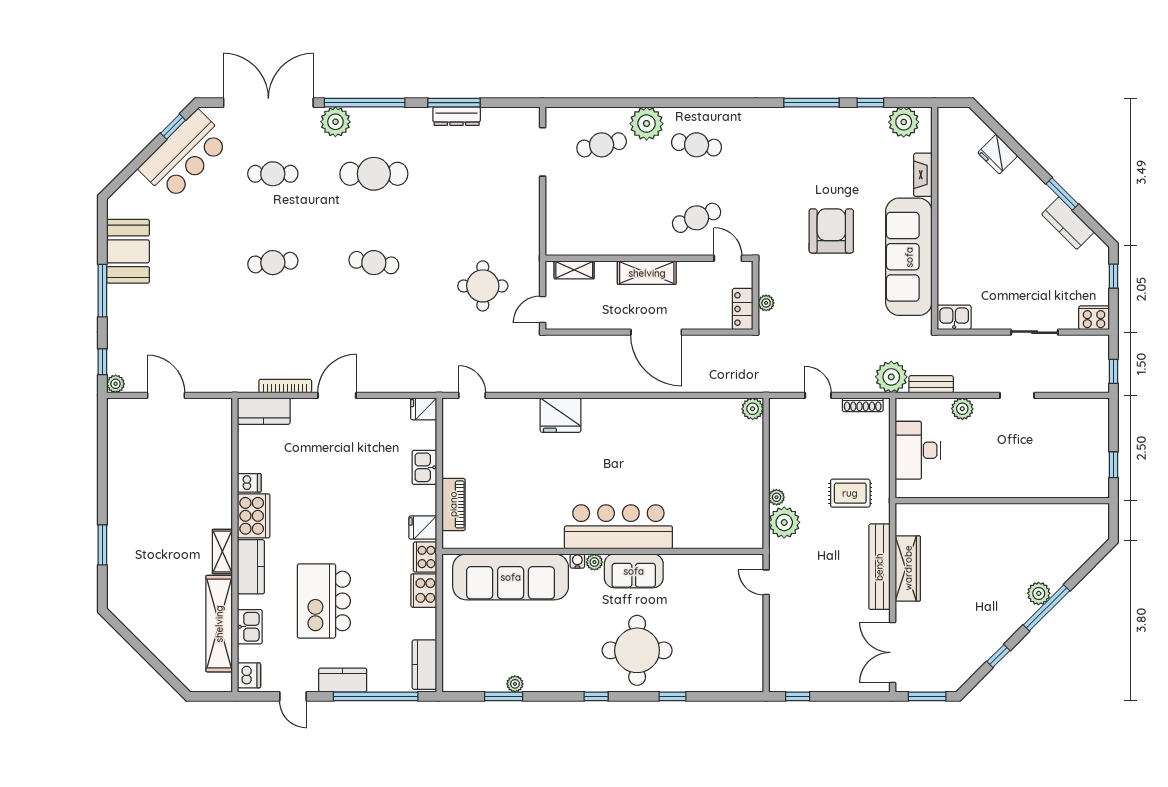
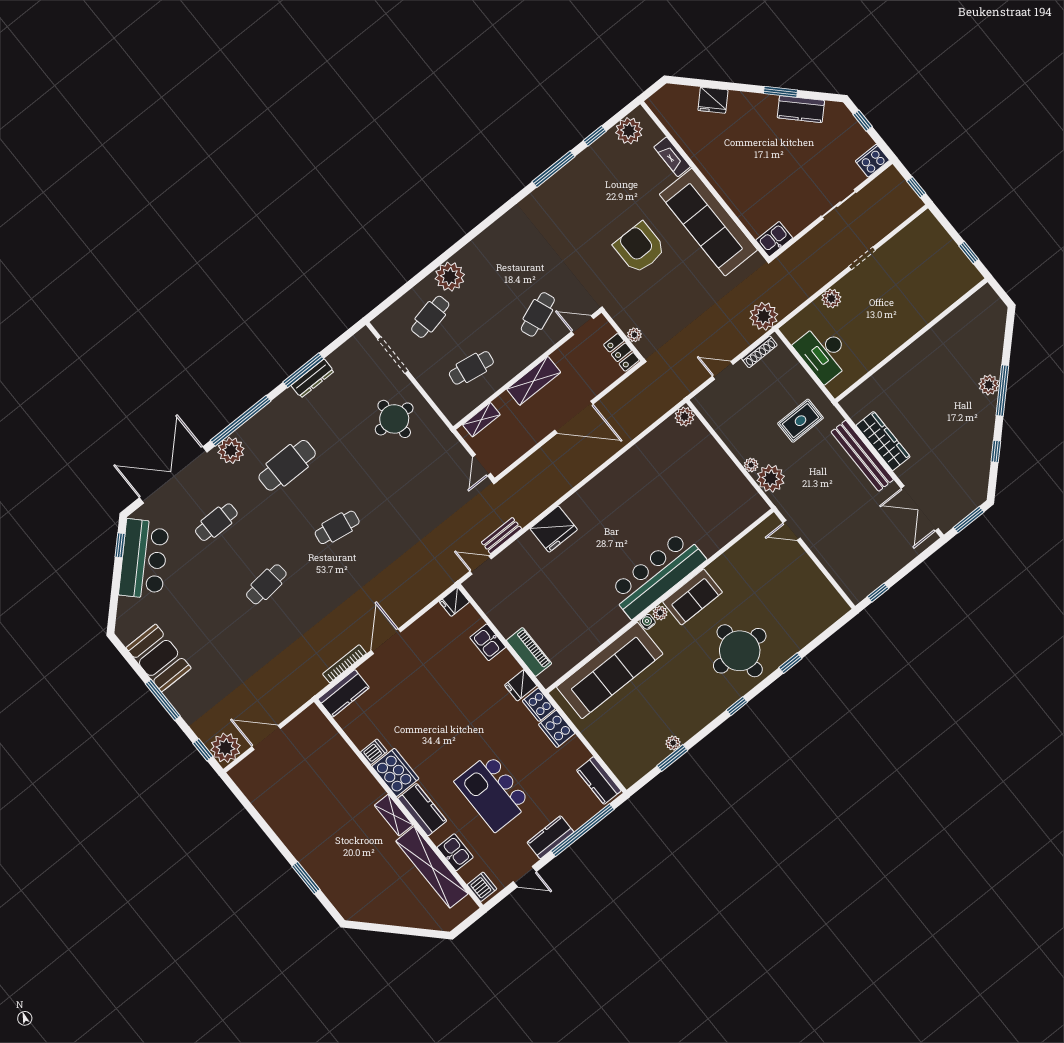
cafe table: (697, 145) -> (471, 368), moved
round table: (483, 286) -> (394, 419), moved
plant: (116, 384) -> (226, 748), width x1.88, depth x1.88
bench: (931, 384) -> (501, 536), moved

